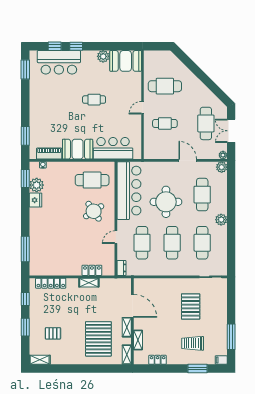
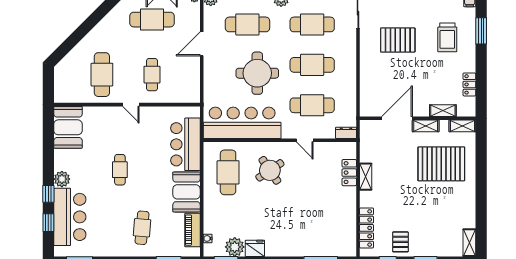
plant: (103, 56) -> (62, 179), moved
cafe table: (51, 116) -> (142, 228), added
pallet: (53, 333) -> (400, 242), moved

